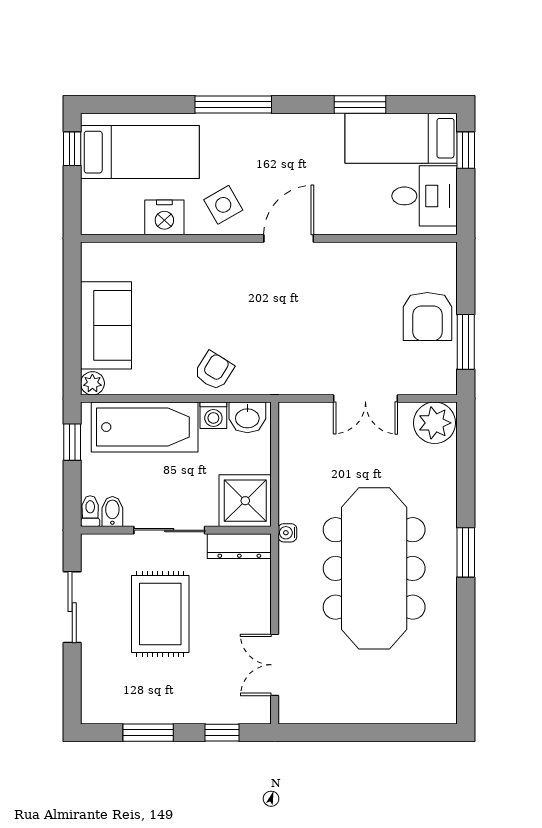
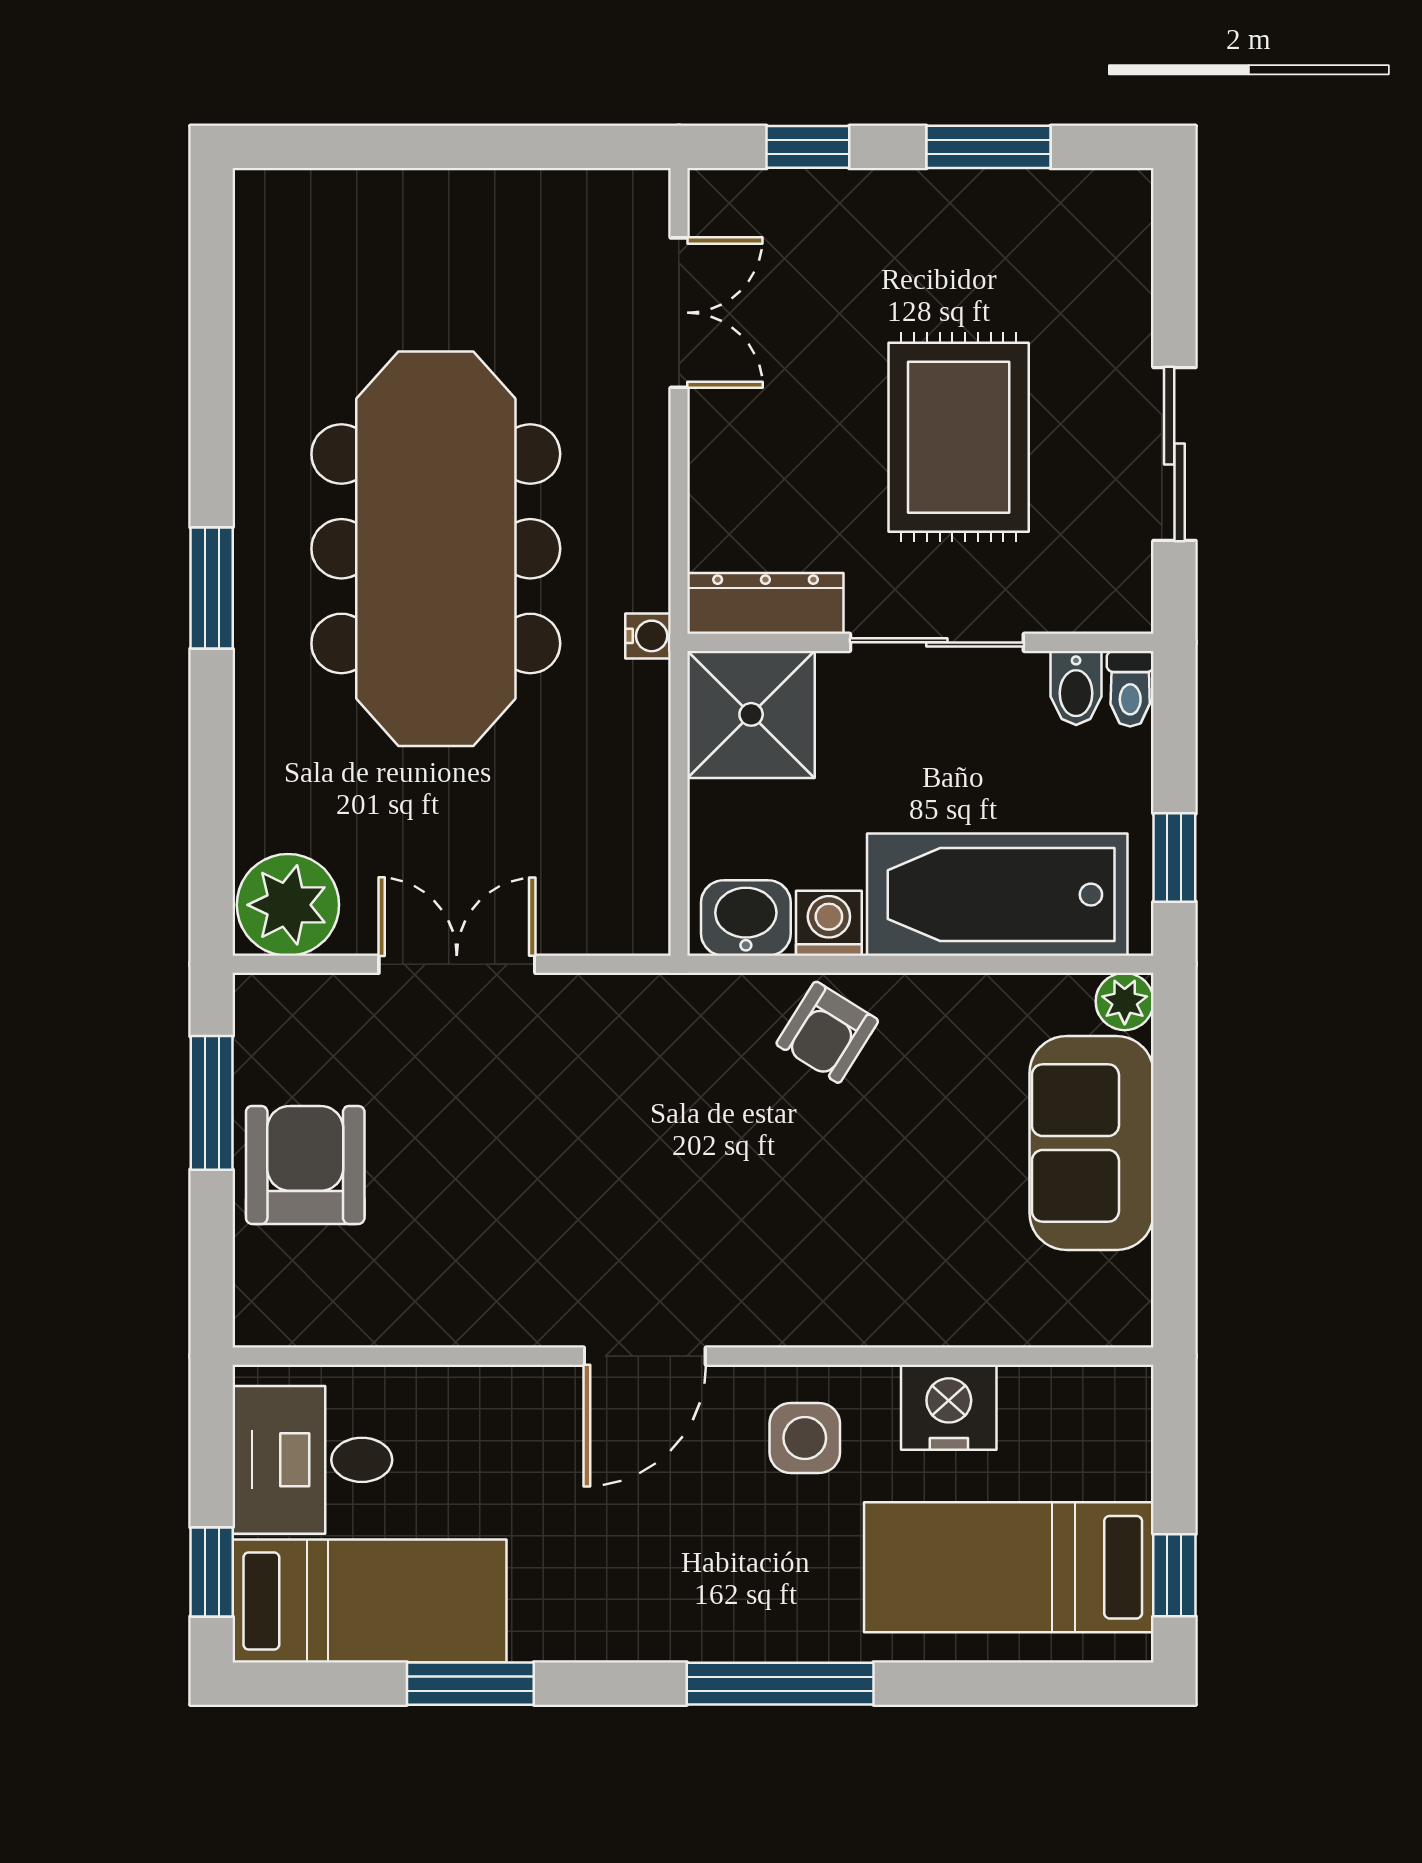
side table: (223, 205) -> (805, 1438), turned 30

